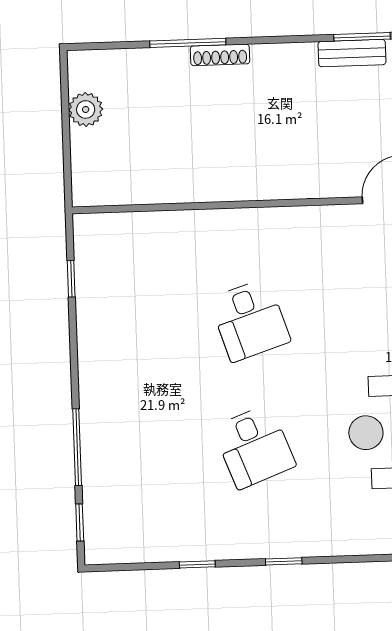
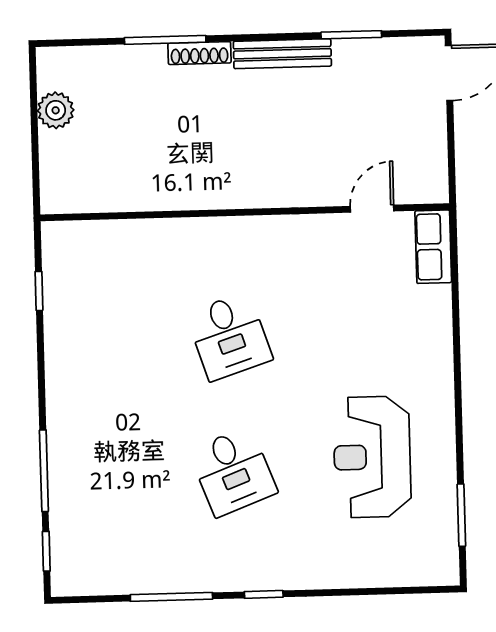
bench: (352, 53) -> (282, 54), moved, width x1.36
window: (197, 564) -> (171, 597), width x2.17

